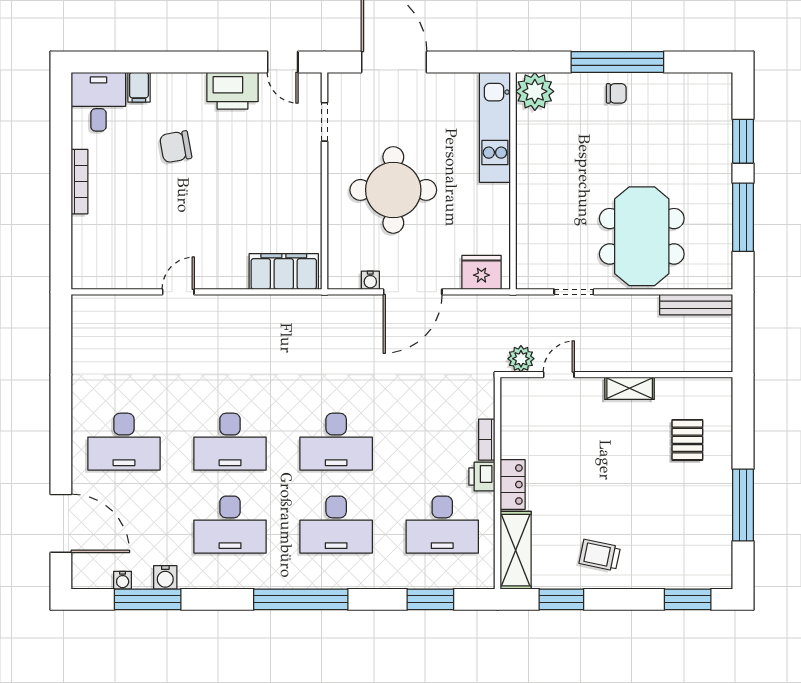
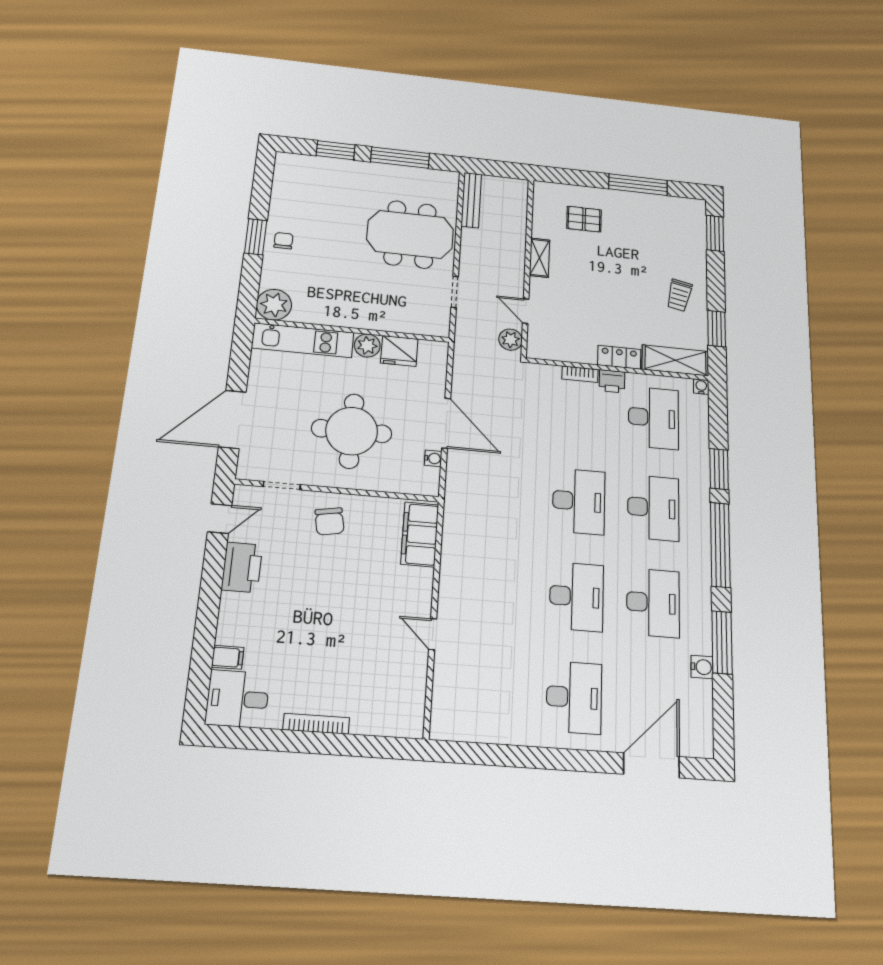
window: (617, 62) -> (256, 237), width x0.47
chair: (176, 147) -> (329, 521), moved
plant: (496, 199) -> (367, 345), added
fridge: (481, 272) -> (399, 351), moved, turned -90
water cooler: (123, 580) -> (701, 387), moved, turned -90
window: (148, 599) -> (722, 642), moved
window: (430, 599) -> (719, 469), moved

